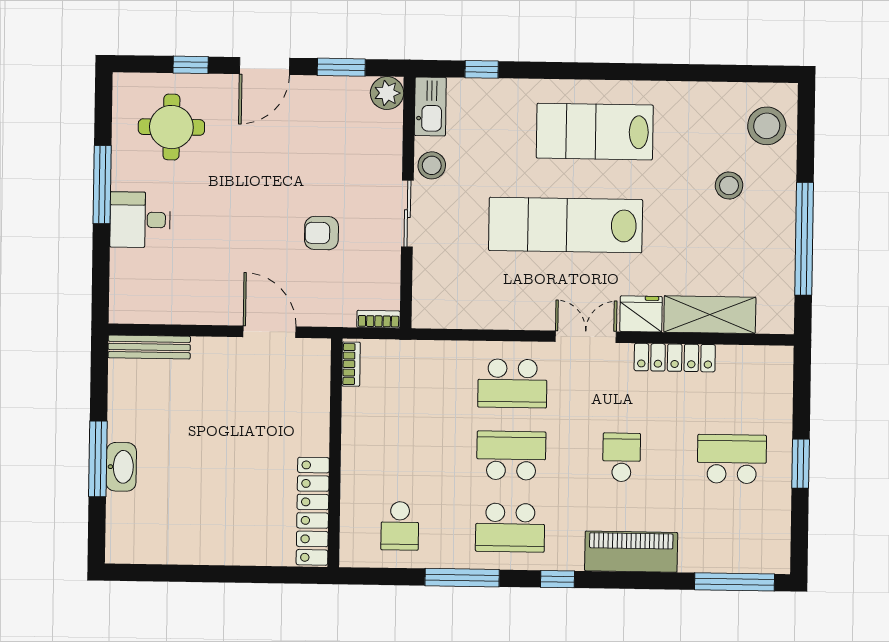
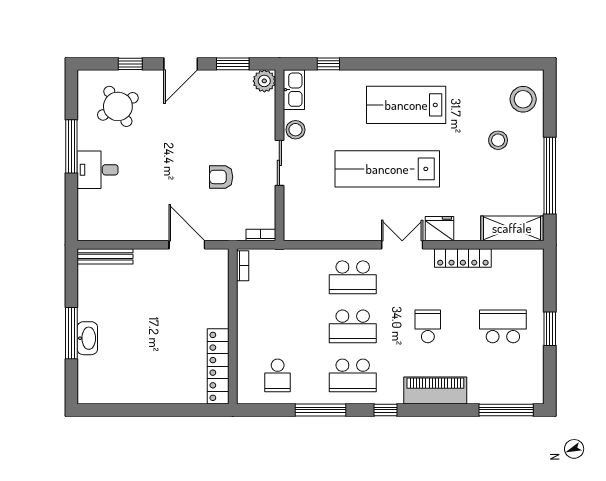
round table: (171, 127) -> (118, 106), turned -30
shelving: (710, 315) -> (512, 228), moved
school desk: (511, 456) -> (353, 326), turned 180

